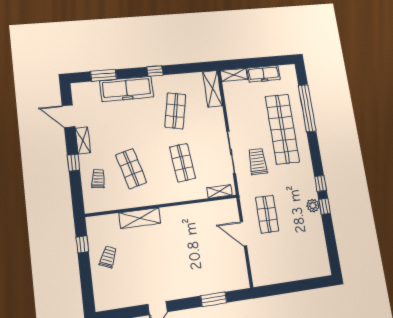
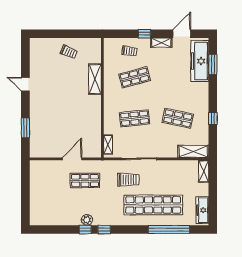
window: (155, 71) -> (213, 119), moved
freezer: (264, 74) -> (202, 210), moved
freezer: (127, 89) -> (200, 61), moved
window: (82, 244) -> (81, 34), removed

